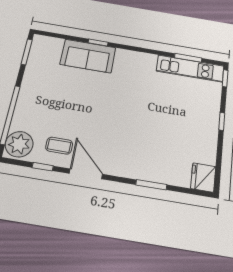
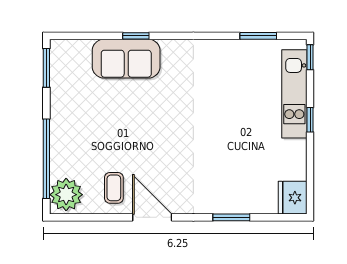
kitchen unit: (190, 69) -> (294, 94), moved, turned 90
coffee table: (59, 146) -> (114, 188), turned 90
window: (43, 167) -> (100, 217), removed

